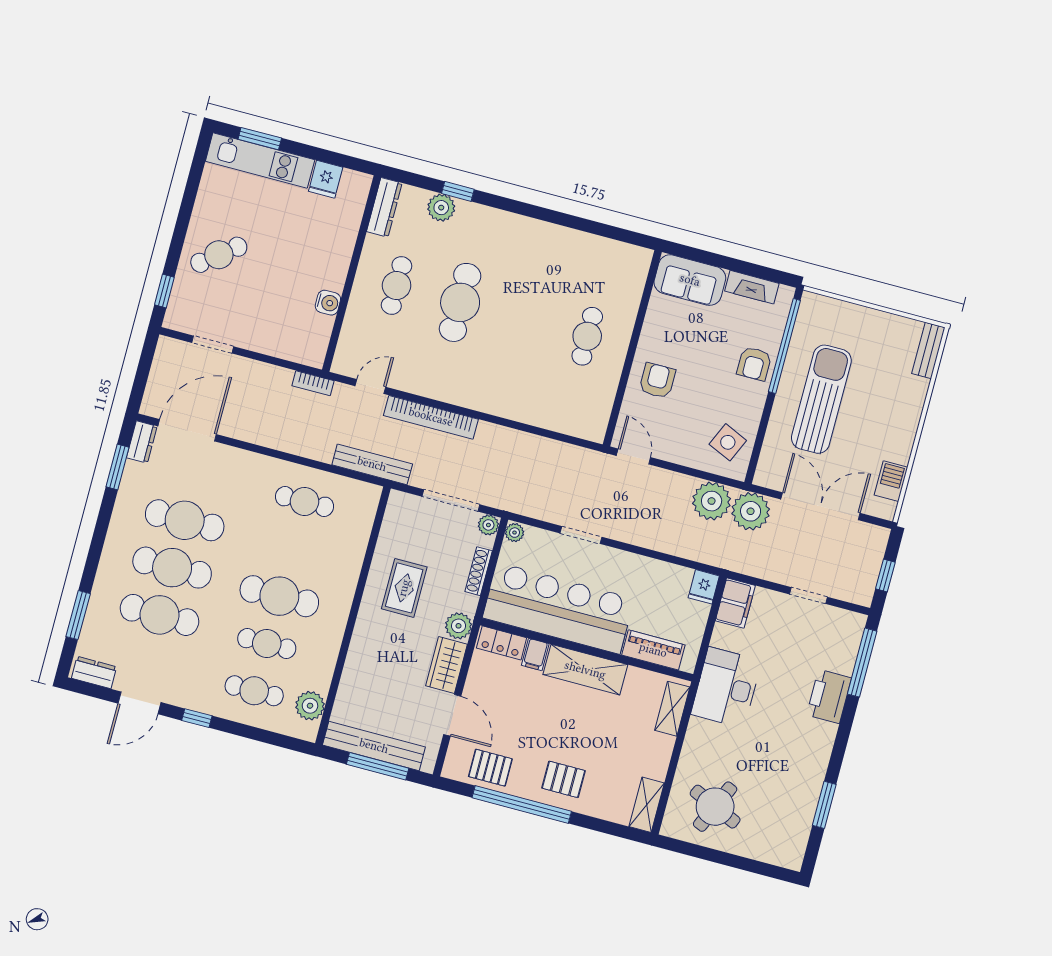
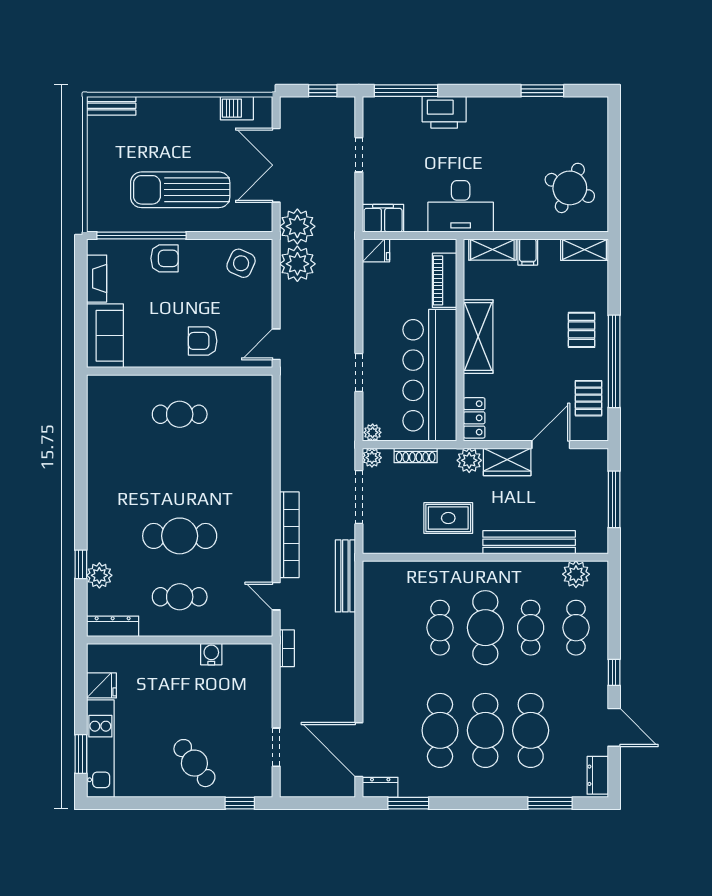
cafe table: (305, 501) -> (440, 628), moved
filing cabinet: (535, 654) -> (528, 252), moved, turned 90
bench: (374, 746) -> (529, 542), moved, turned 90

